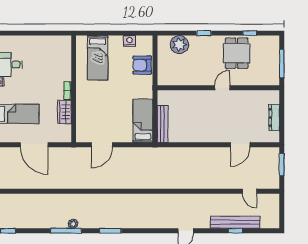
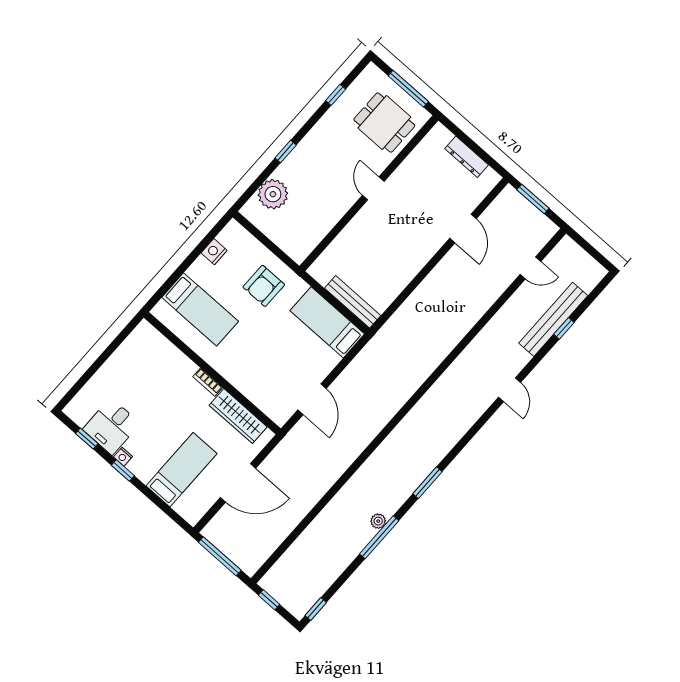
dining table: (237, 53) -> (384, 123), moved
armchair: (142, 65) -> (264, 286), moved
wardrobe: (64, 112) -> (238, 416), width x1.50

